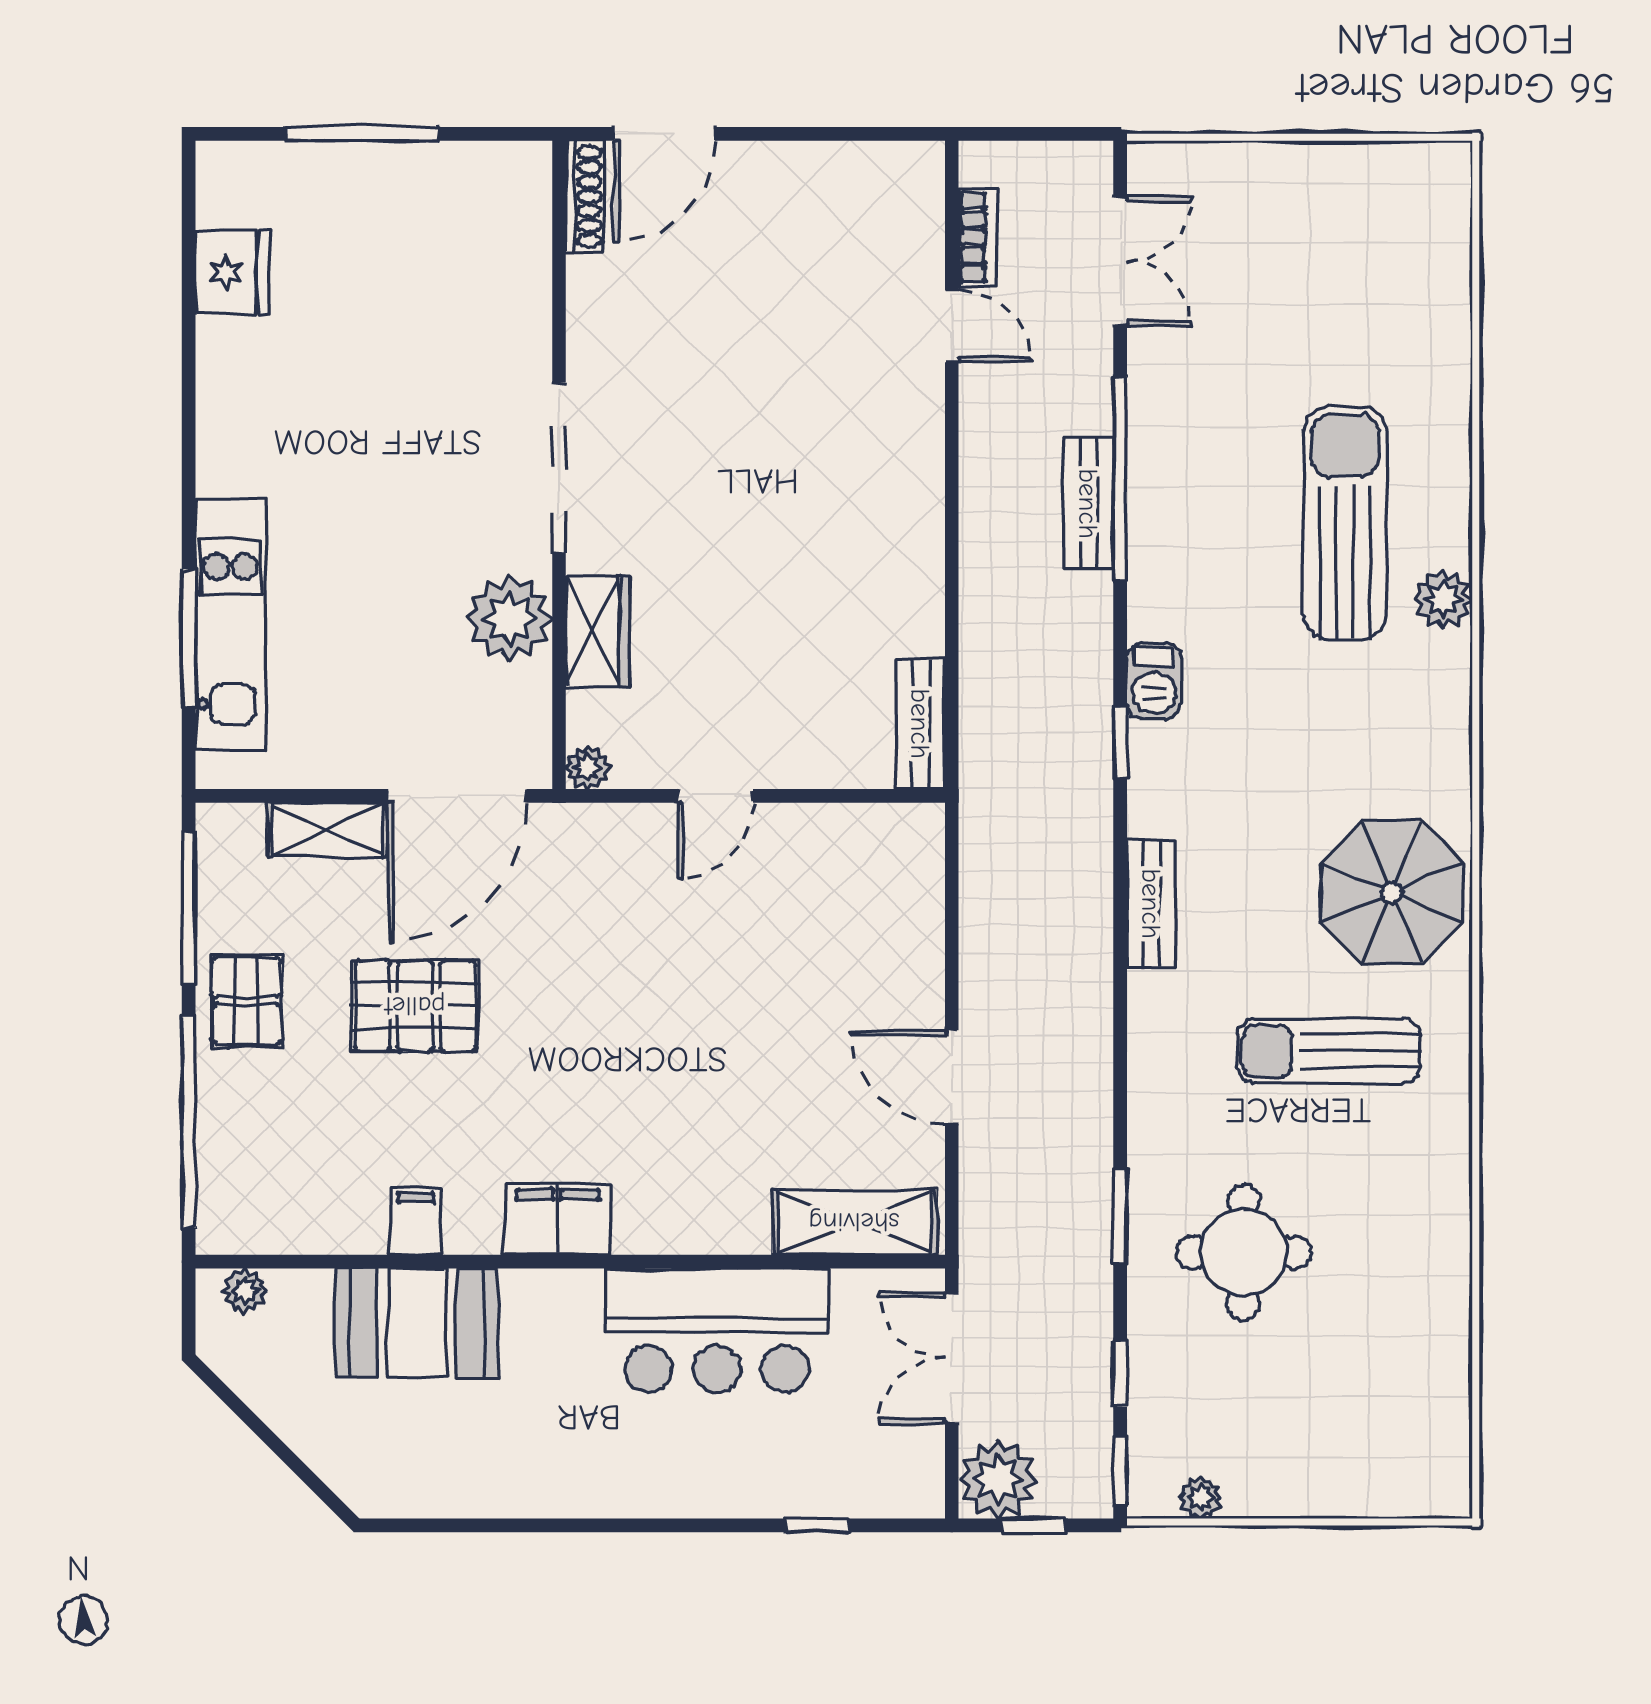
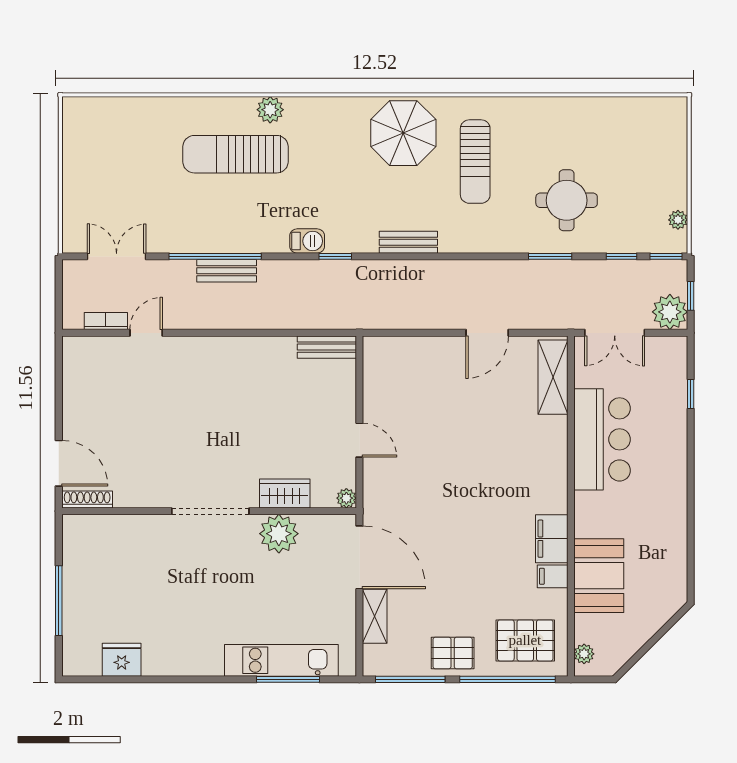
pallet: (415, 1006) -> (525, 640), moved, turned 90
filing cabinet: (557, 1220) -> (552, 539), moved

